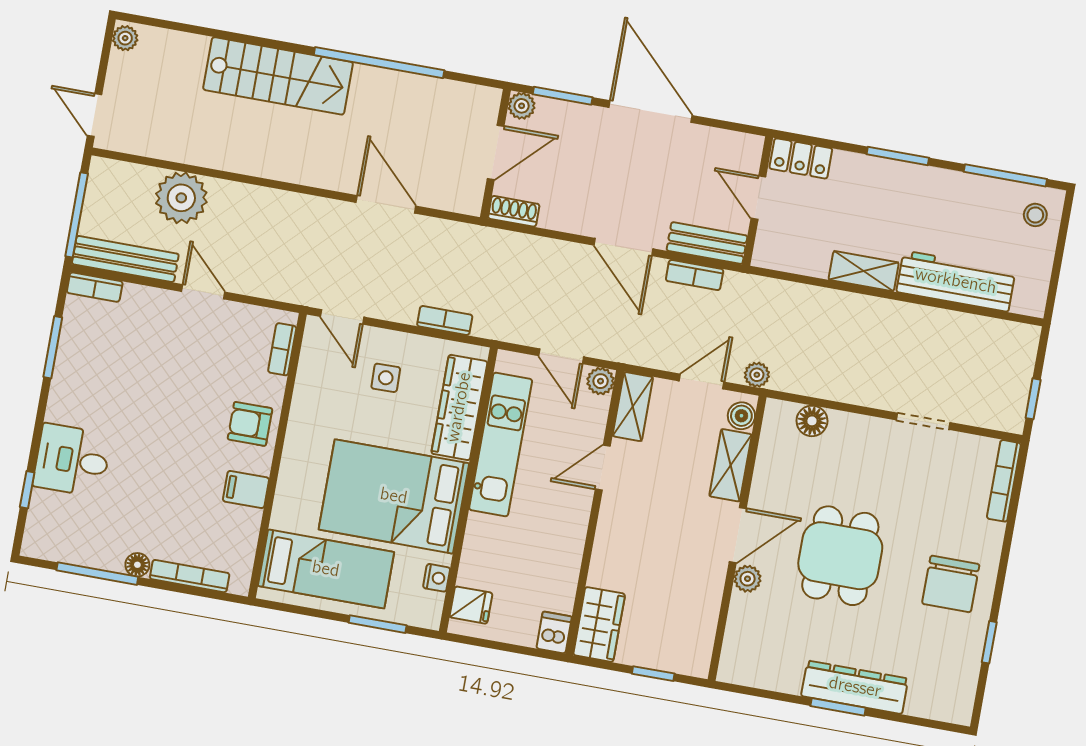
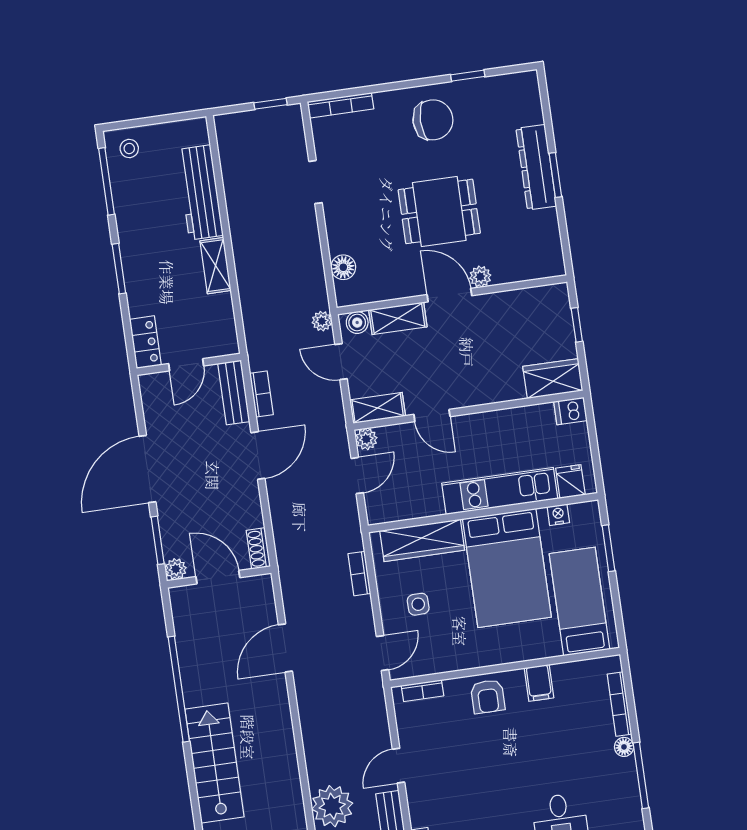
kitchen unit: (501, 445) -> (500, 491), moved

